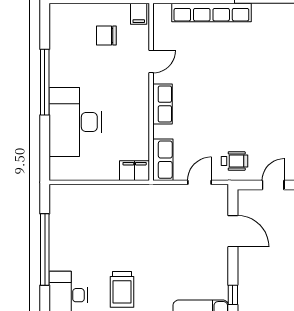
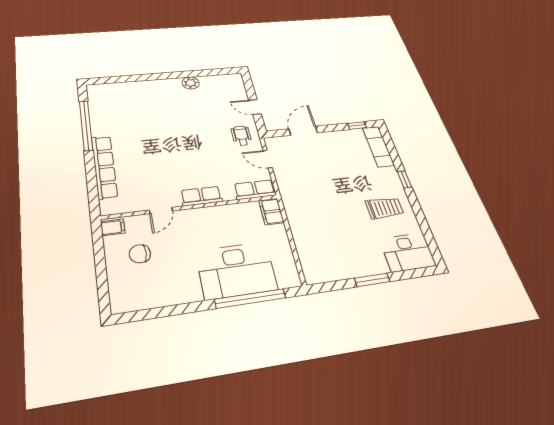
chair: (106, 35) -> (140, 254), turned 90
door: (151, 62) -> (161, 211), swing flipped
window: (45, 82) -> (250, 299), moved
window: (45, 249) -> (372, 280), width x0.47

